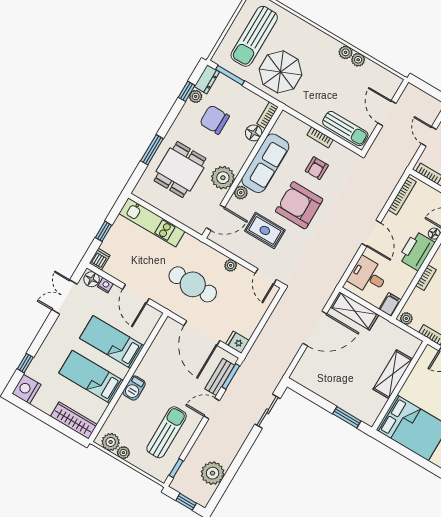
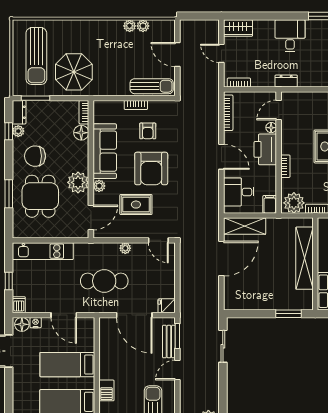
plant: (346, 52) -> (143, 26), moved
chair: (214, 120) -> (35, 156), moved
armchair: (299, 205) -> (151, 169), turned -90
plant: (406, 318) -> (294, 203), width x1.87, depth x1.87
shelving: (393, 374) -> (305, 258), width x1.47

